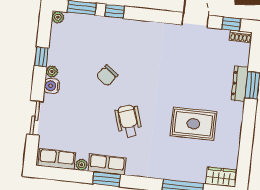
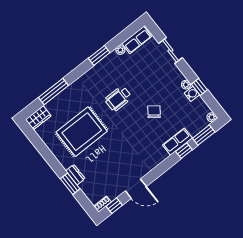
dresser: (240, 84) -> (75, 175), width x0.70
water cooler: (52, 86) -> (192, 94), moved
wheelchair: (128, 121) -> (118, 99), turned 108
rug: (193, 124) -> (82, 132), width x1.37, depth x1.44
row of seats: (107, 164) -> (177, 142), moved, turned 180

